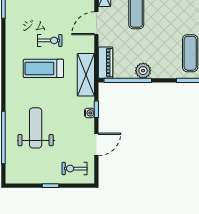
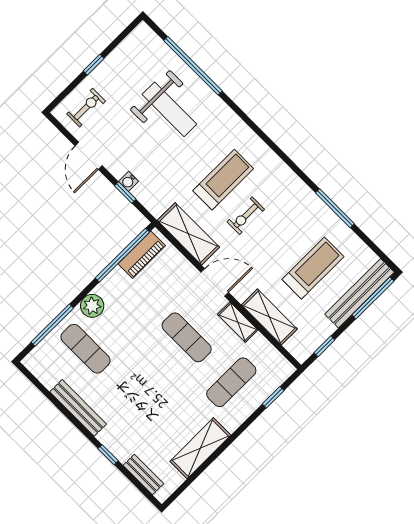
door: (96, 23) -> (215, 282), hinge flipped
piano: (106, 63) -> (142, 255), moved, turned -90
plant: (143, 71) -> (92, 306), moved
shelving: (86, 75) -> (188, 234), moved

